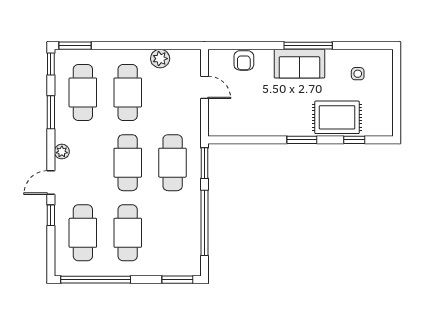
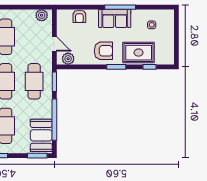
plant: (160, 59) -> (42, 15), moved
door: (205, 87) -> (54, 44), moved
armchair: (282, 115) -> (103, 51), added
plant: (226, 127) -> (68, 59), added
booth: (184, 248) -> (41, 135), added

